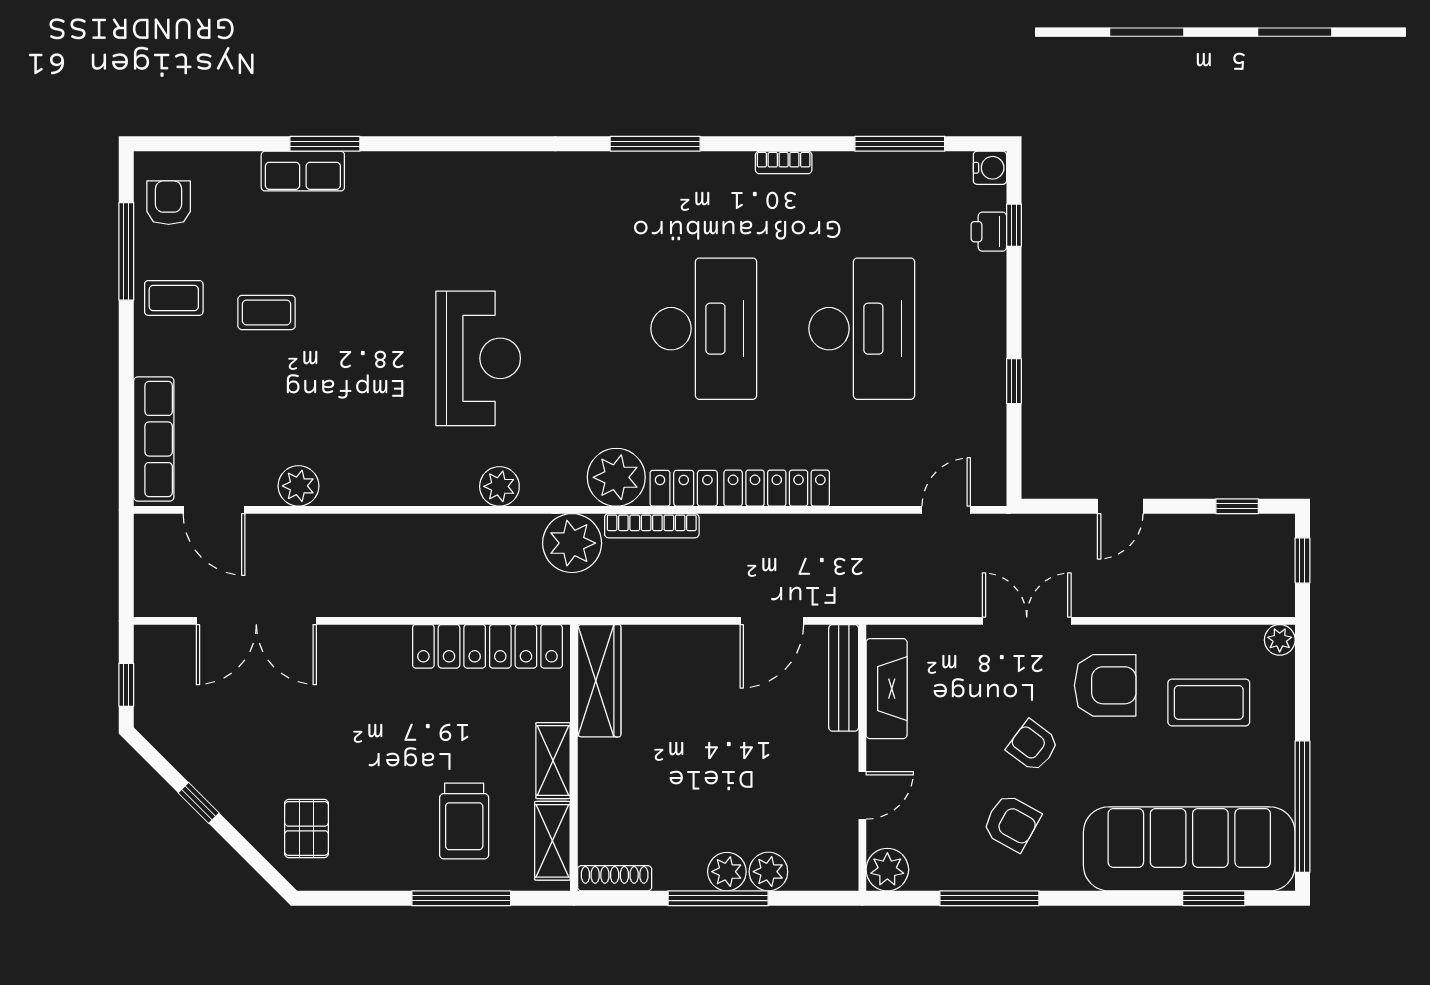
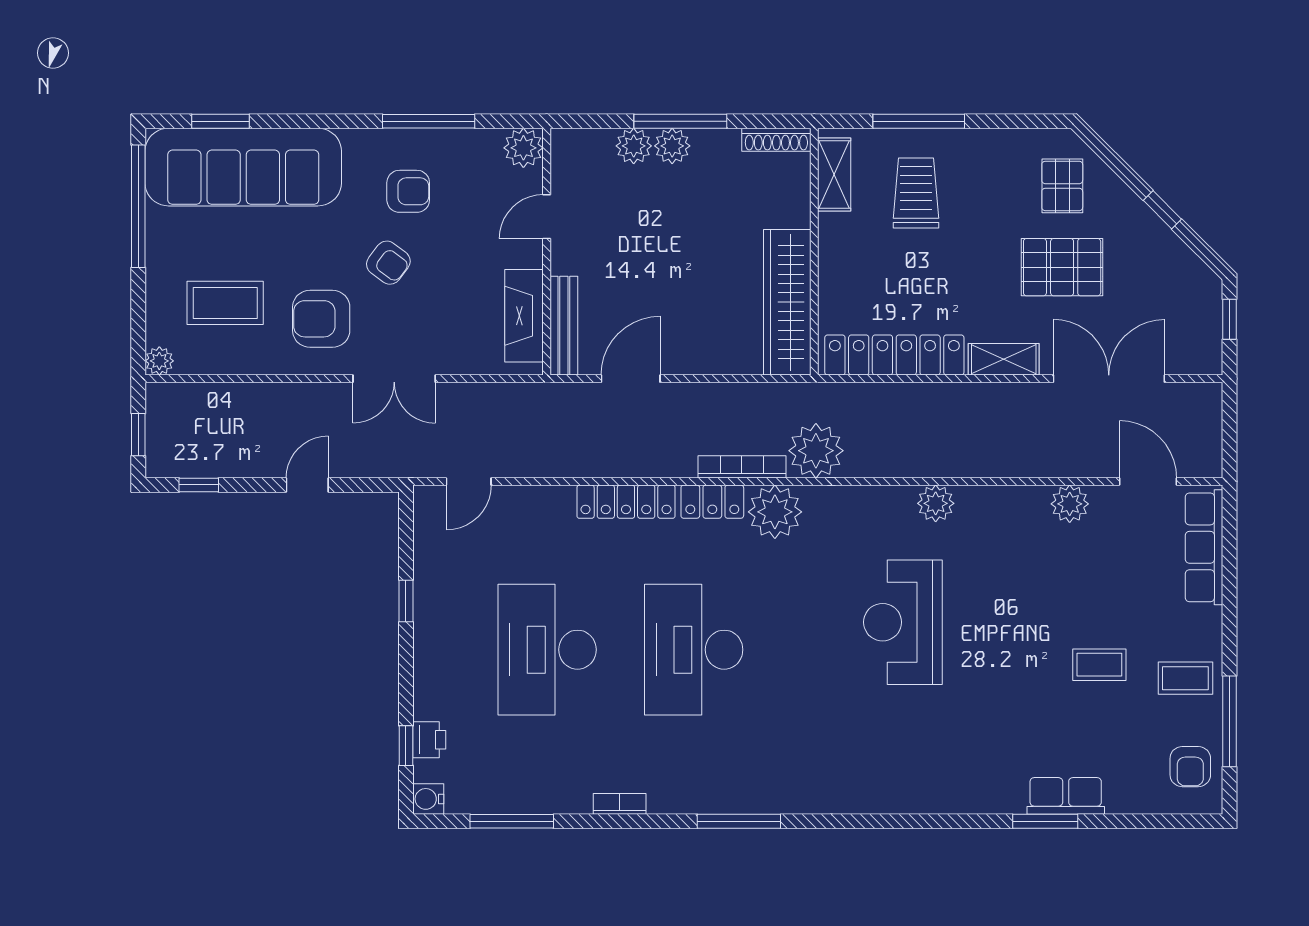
plant: (499, 486) -> (936, 503), moved
wardrobe: (599, 681) -> (787, 302), width x1.40, depth x1.17
pallet: (307, 741) -> (1062, 267), added
shelving: (553, 761) -> (1004, 359), moved, turned 90
armchair: (1011, 823) -> (408, 191), turned 151

